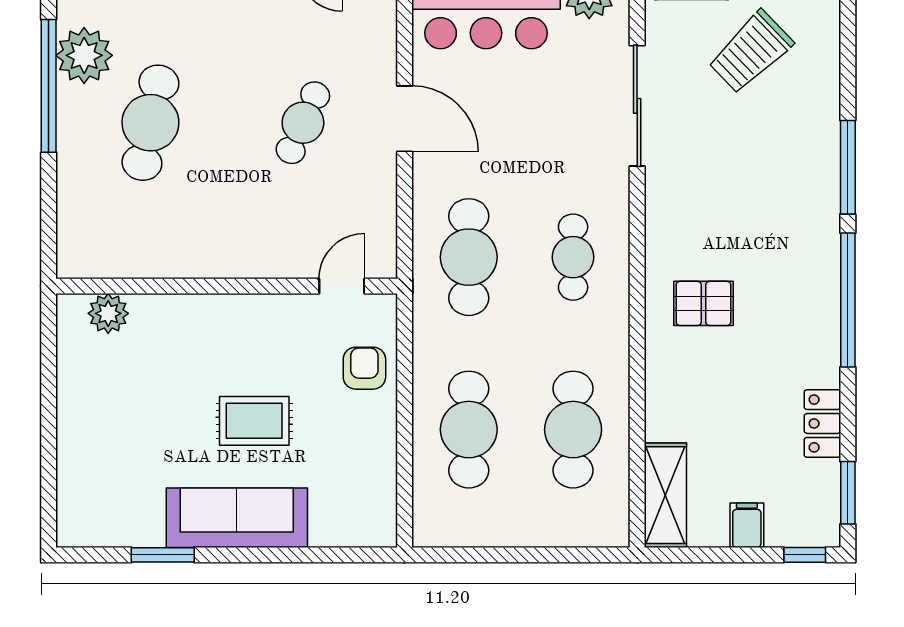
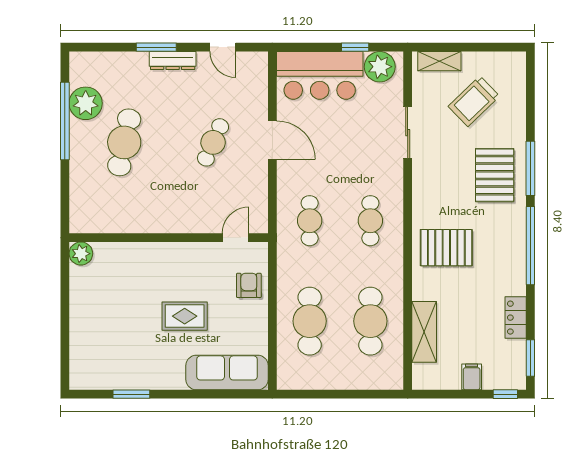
sliding door: (637, 106) -> (408, 133), width x0.73
pallet: (786, 179) -> (495, 175), added
cafe table: (469, 257) -> (310, 221), width x0.73, depth x0.74
pallet: (703, 303) -> (446, 248), width x1.50, depth x1.42
plant: (108, 313) -> (81, 254), moved
shelving: (665, 495) -> (424, 332), moved
sofa: (237, 518) -> (227, 372), moved

